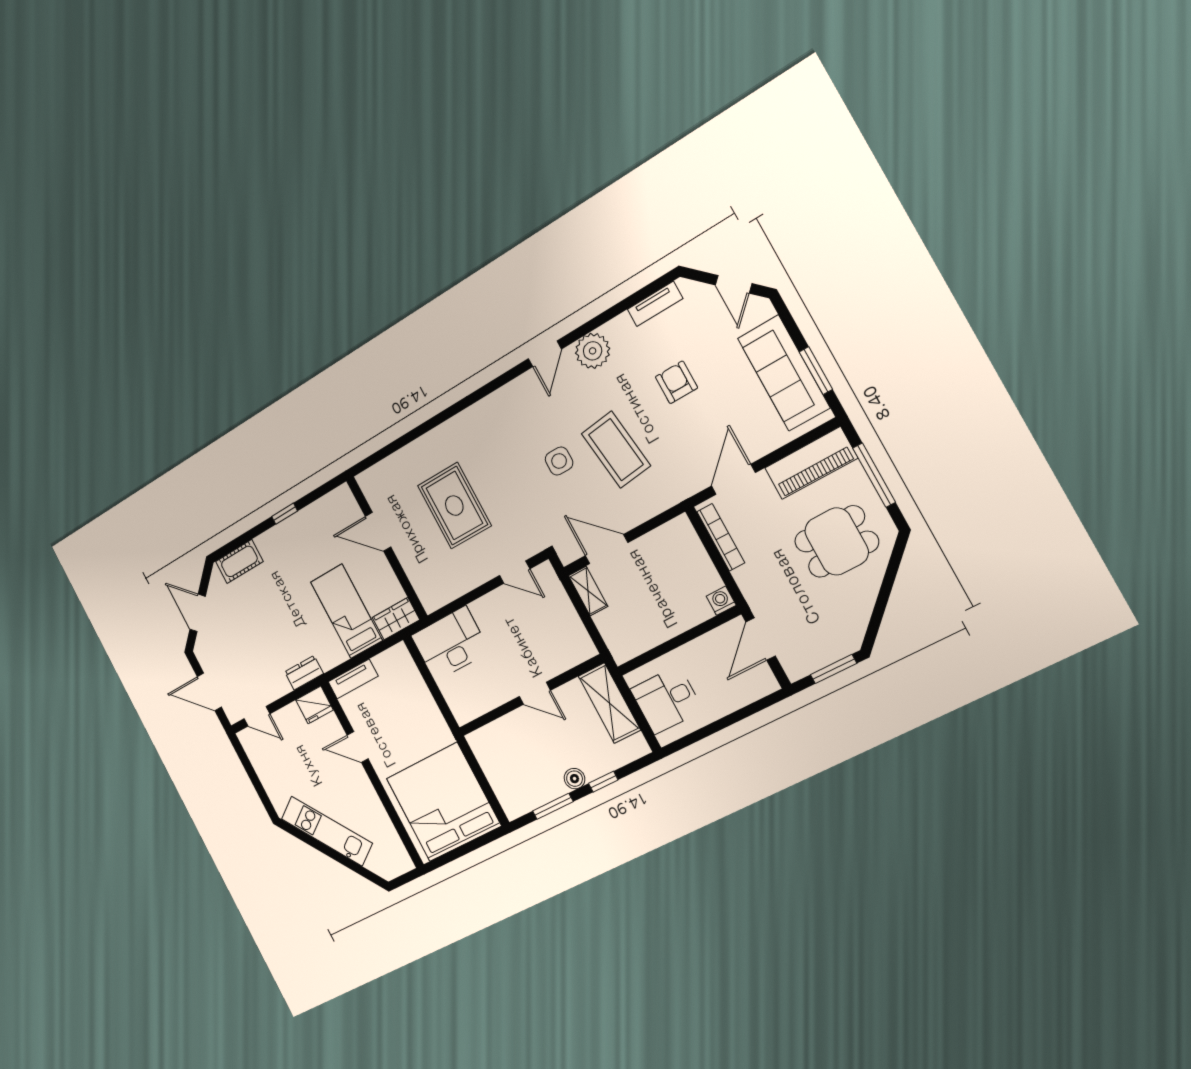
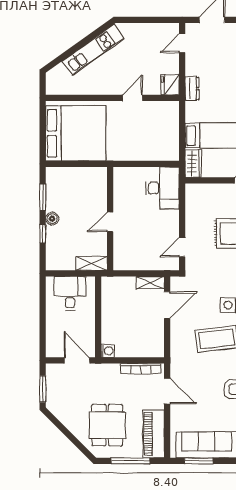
tv unit: (353, 679) -> (173, 118), removed
shelving: (609, 703) -> (92, 263), width x0.67, depth x0.75

